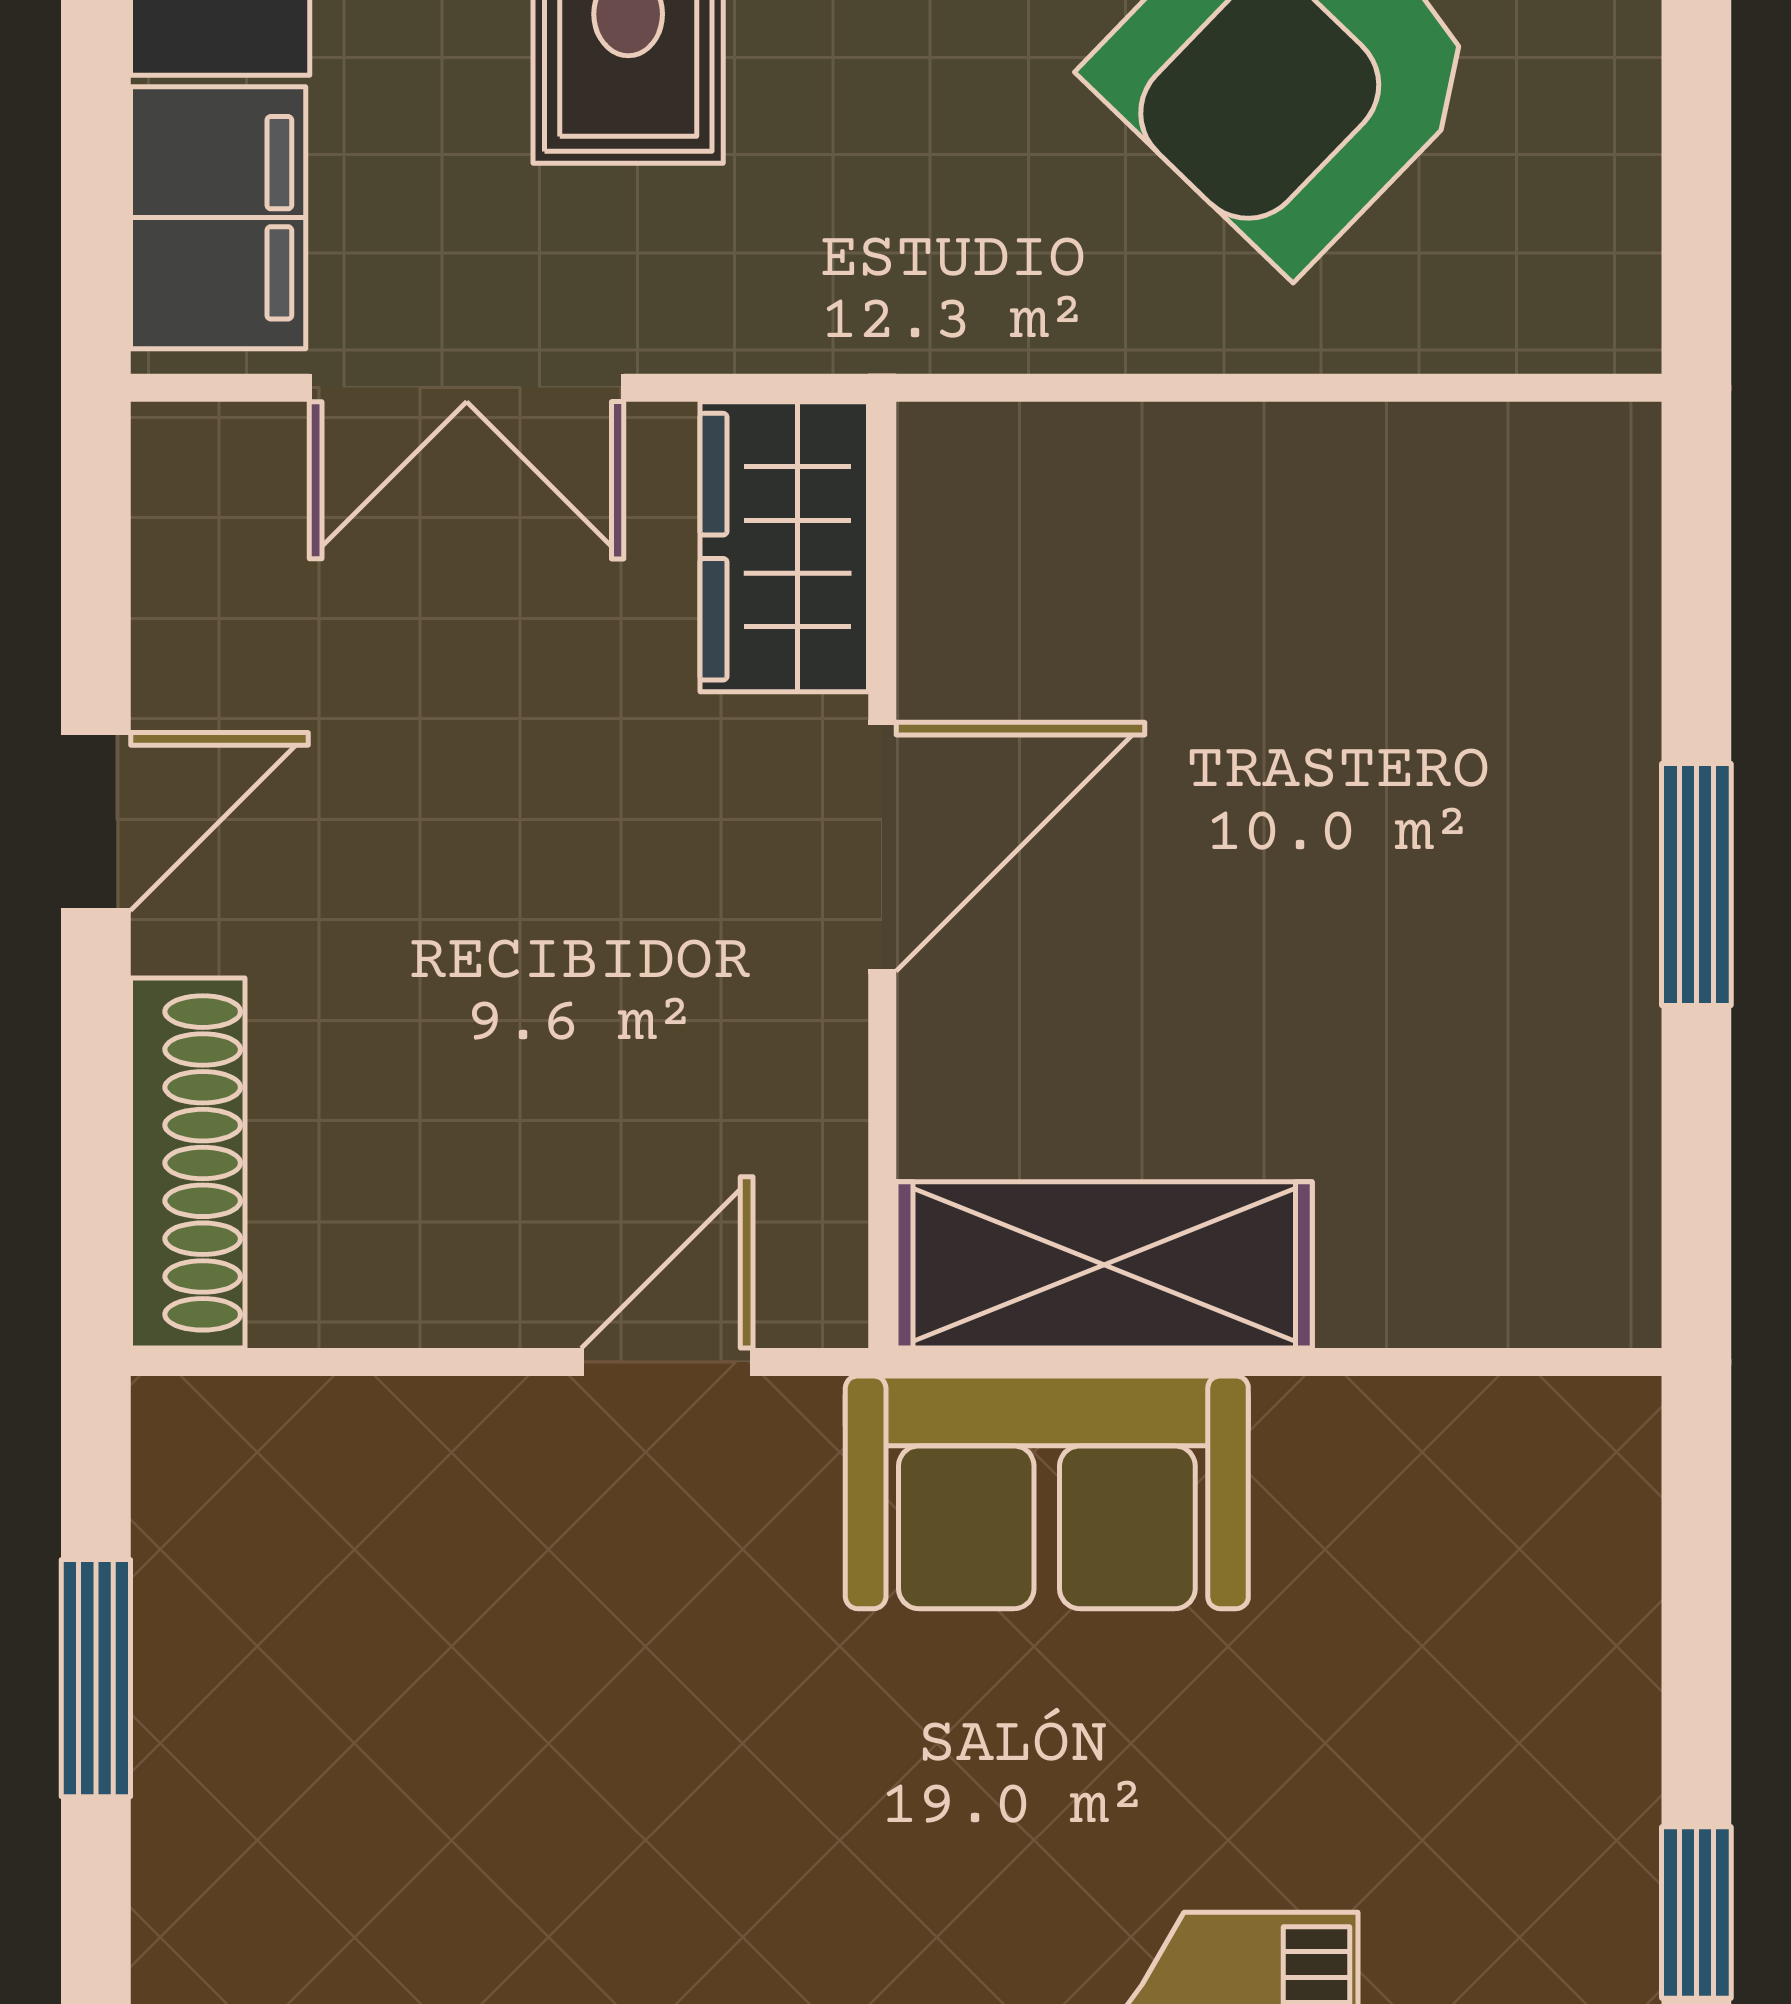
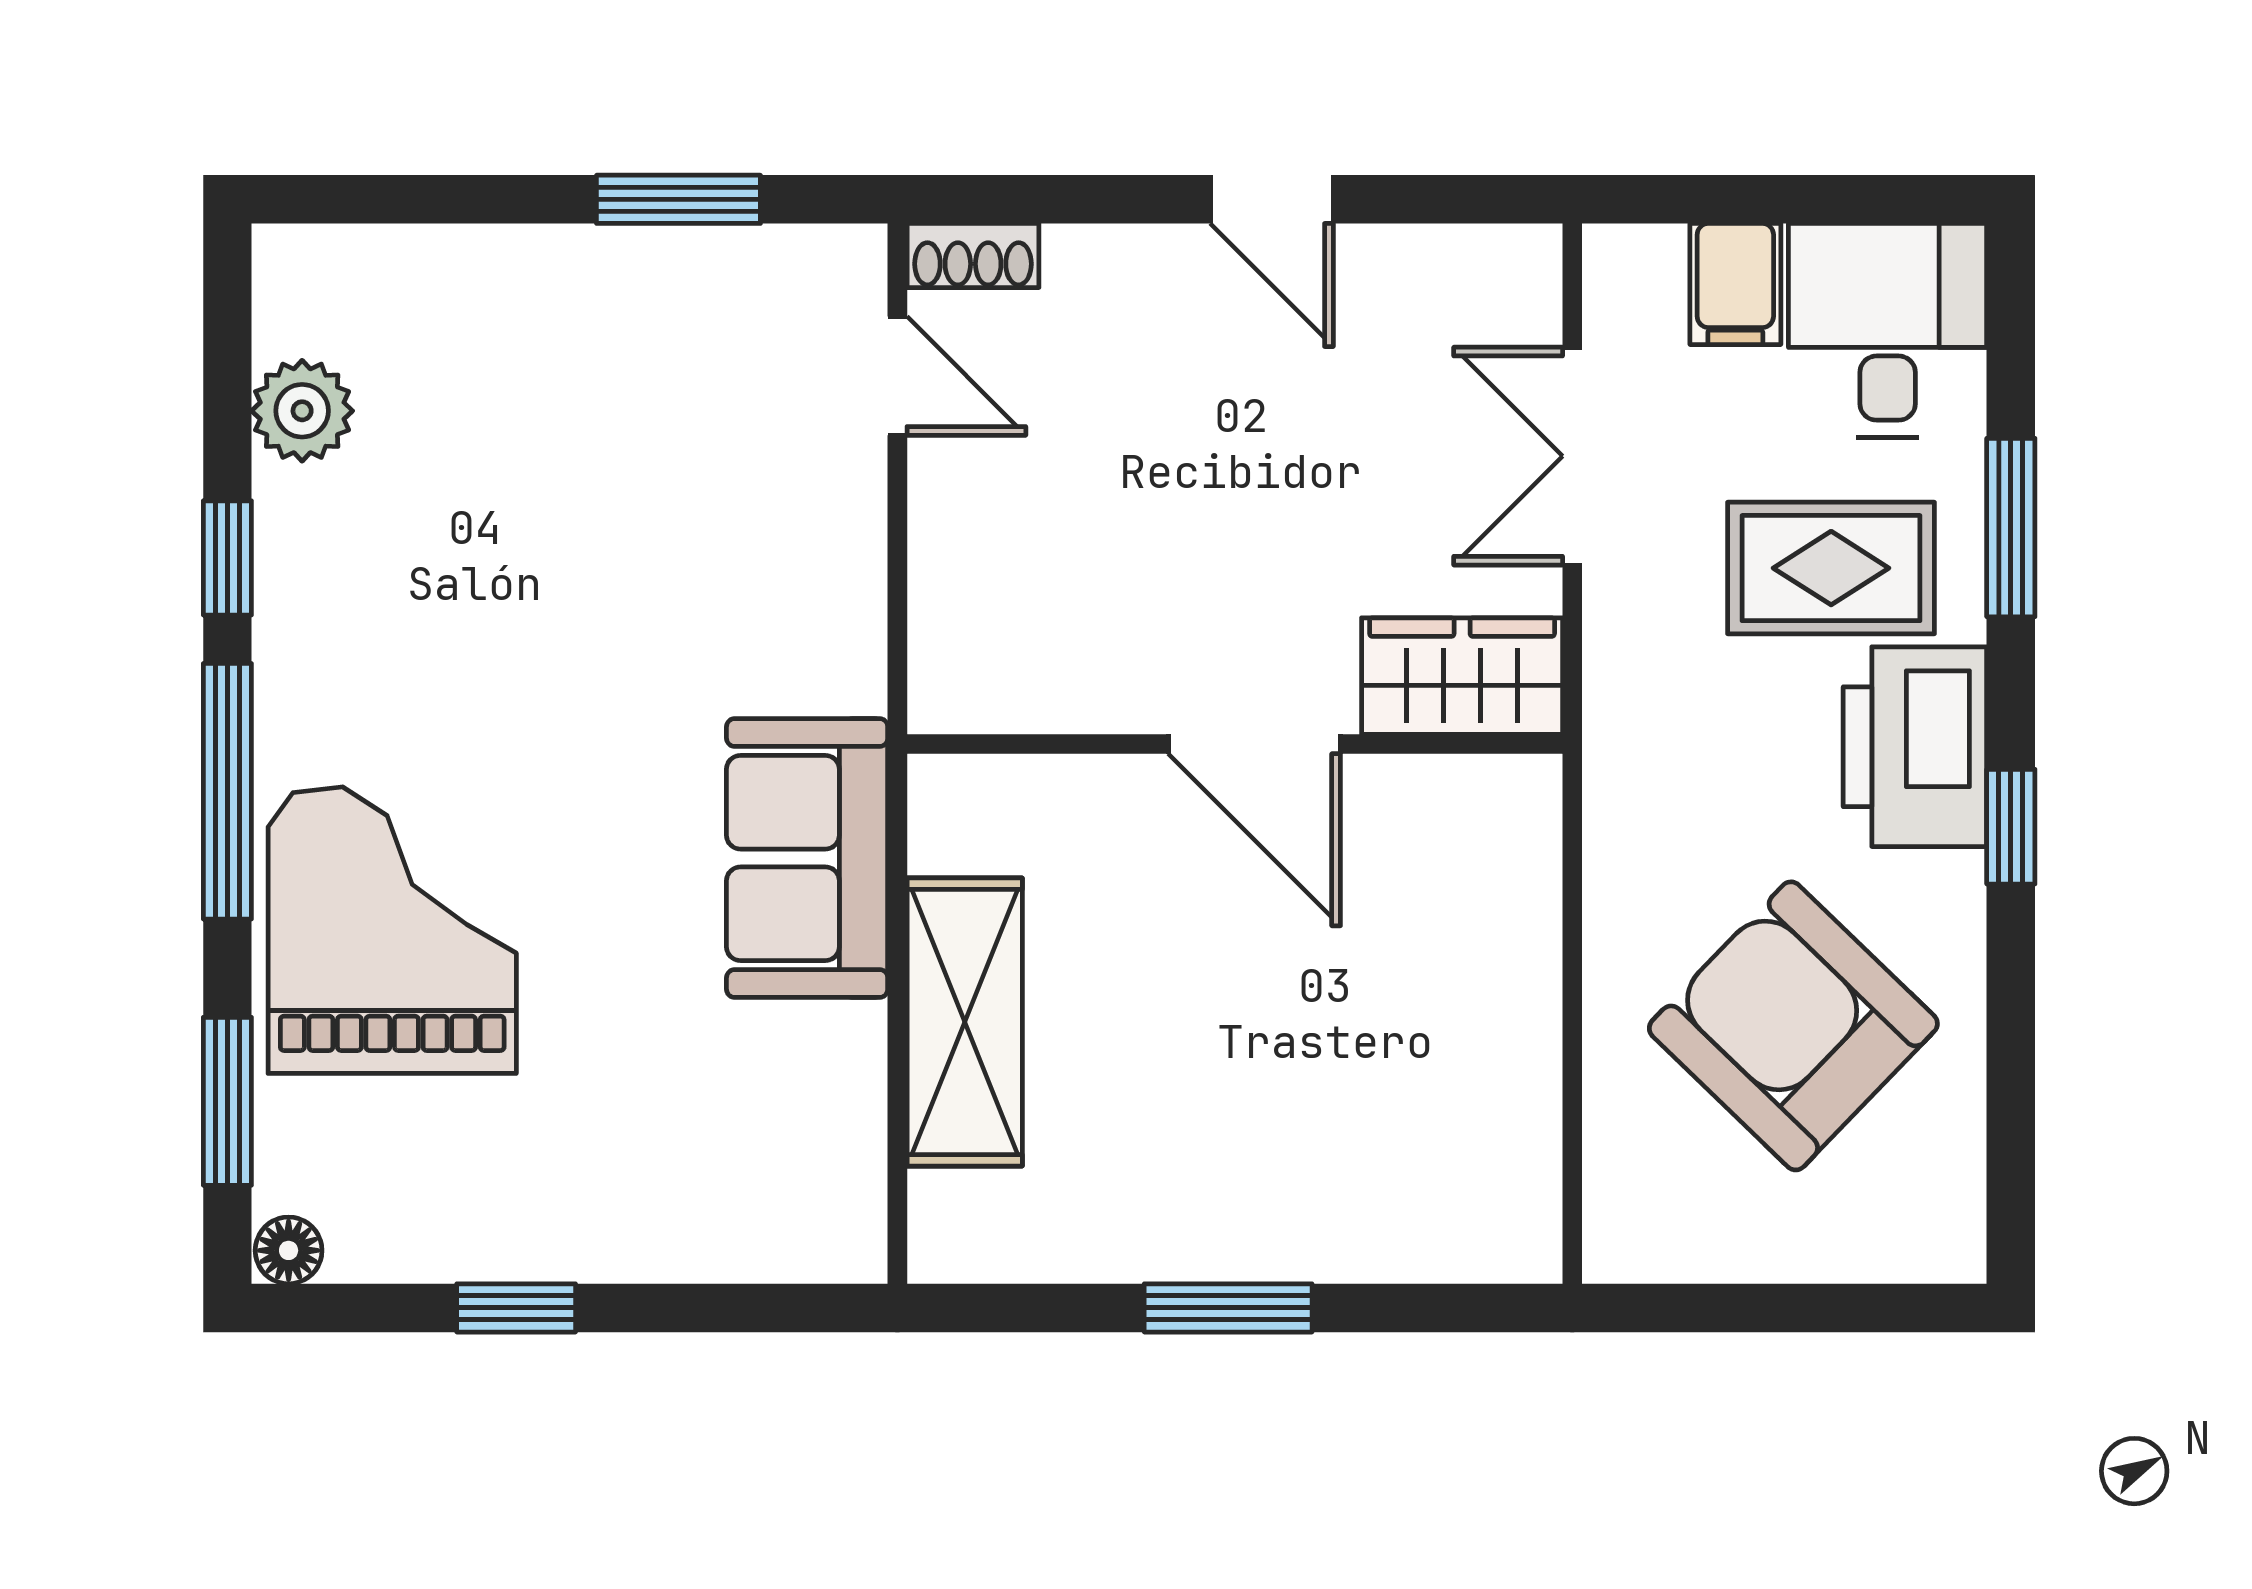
filing cabinet: (218, 218) -> (1735, 284), width x0.50
shoe rack: (188, 1163) -> (973, 255), width x0.51, depth x0.81
shelving: (1104, 1265) -> (965, 1022), moved
door: (667, 1362) -> (897, 376), moved

